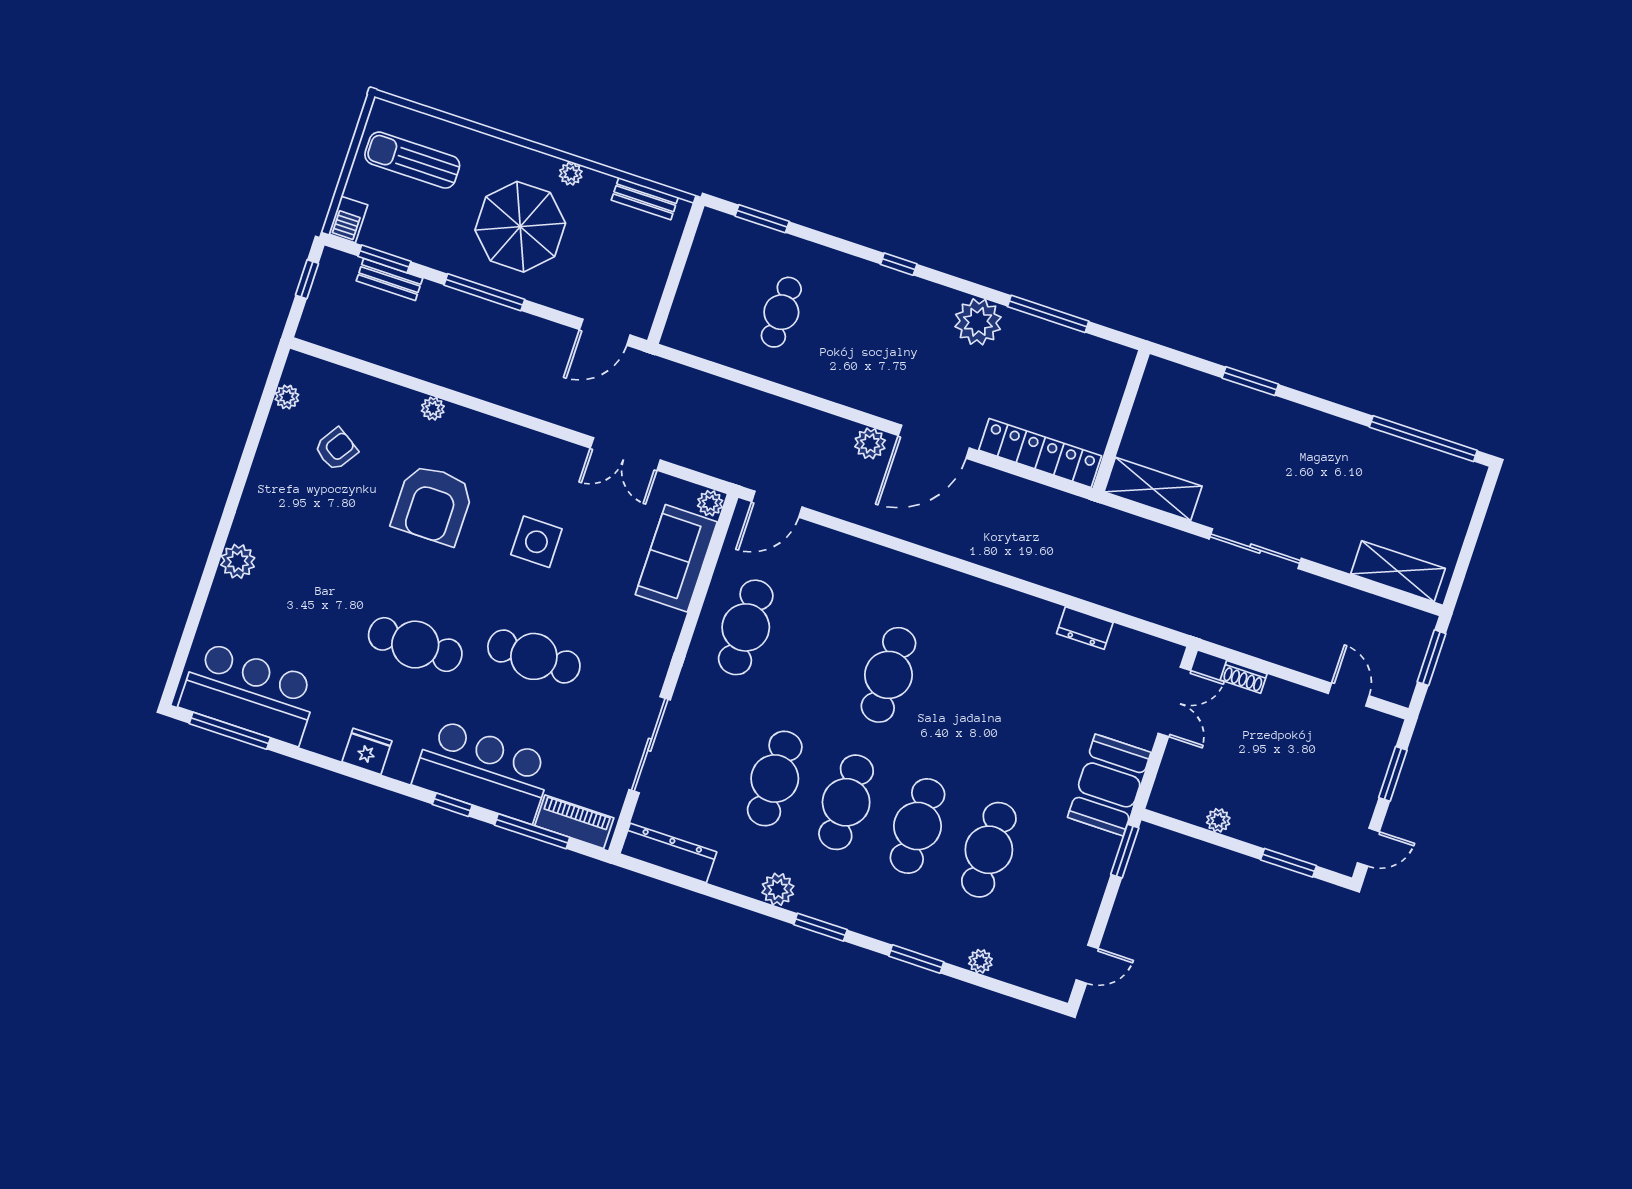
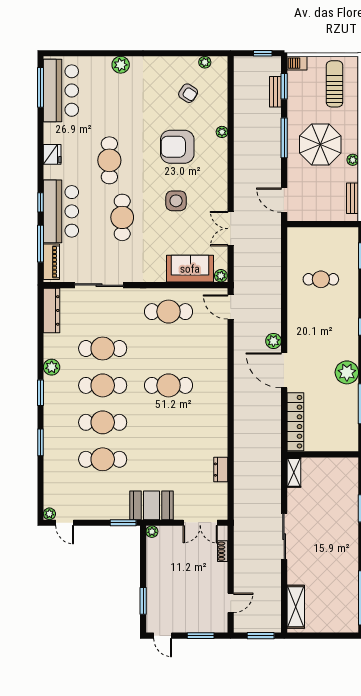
shelving: (1153, 489) -> (294, 472), width x0.67, depth x0.75
plant: (1218, 820) -> (152, 532), moved
plant: (980, 961) -> (49, 514), moved

